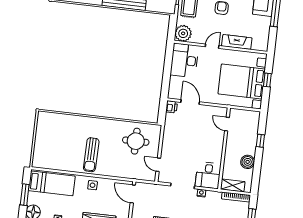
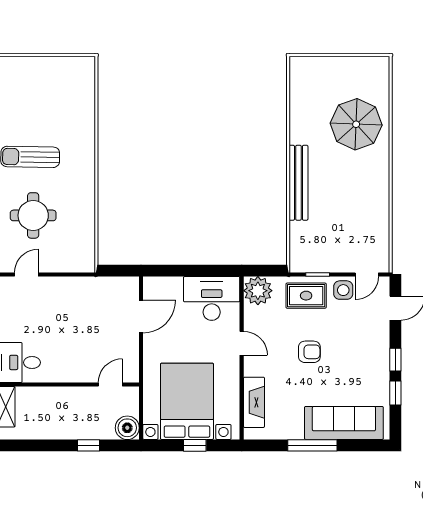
fireplace: (237, 42) -> (254, 402), moved
printer: (172, 107) -> (129, 286), removed
round table: (136, 141) -> (33, 215), moved
boiler: (248, 162) -> (127, 428), moved

